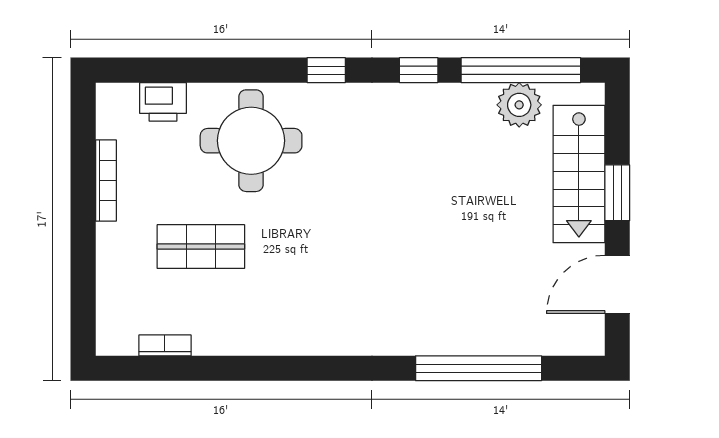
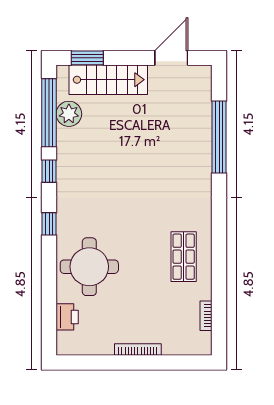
bookcase: (106, 181) -> (138, 349), moved
window: (617, 193) -> (87, 58), moved
shop shelf: (201, 247) -> (184, 257), moved
door: (617, 284) -> (171, 58), swing flipped

